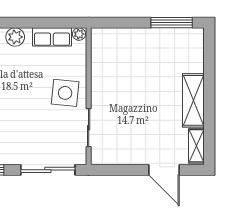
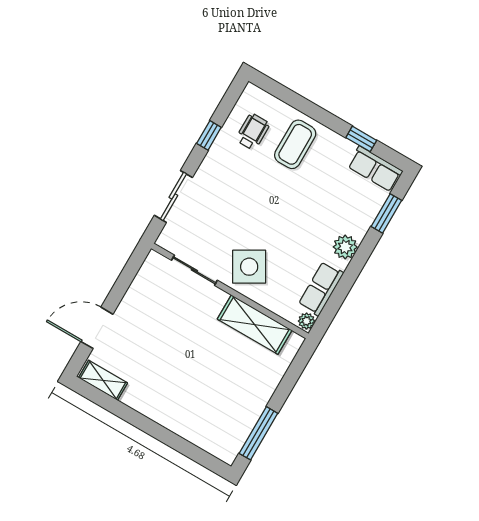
side table: (65, 93) -> (249, 267), turned -36
shelving: (193, 100) -> (255, 325), moved
sliding door: (48, 170) -> (173, 196), width x0.73

